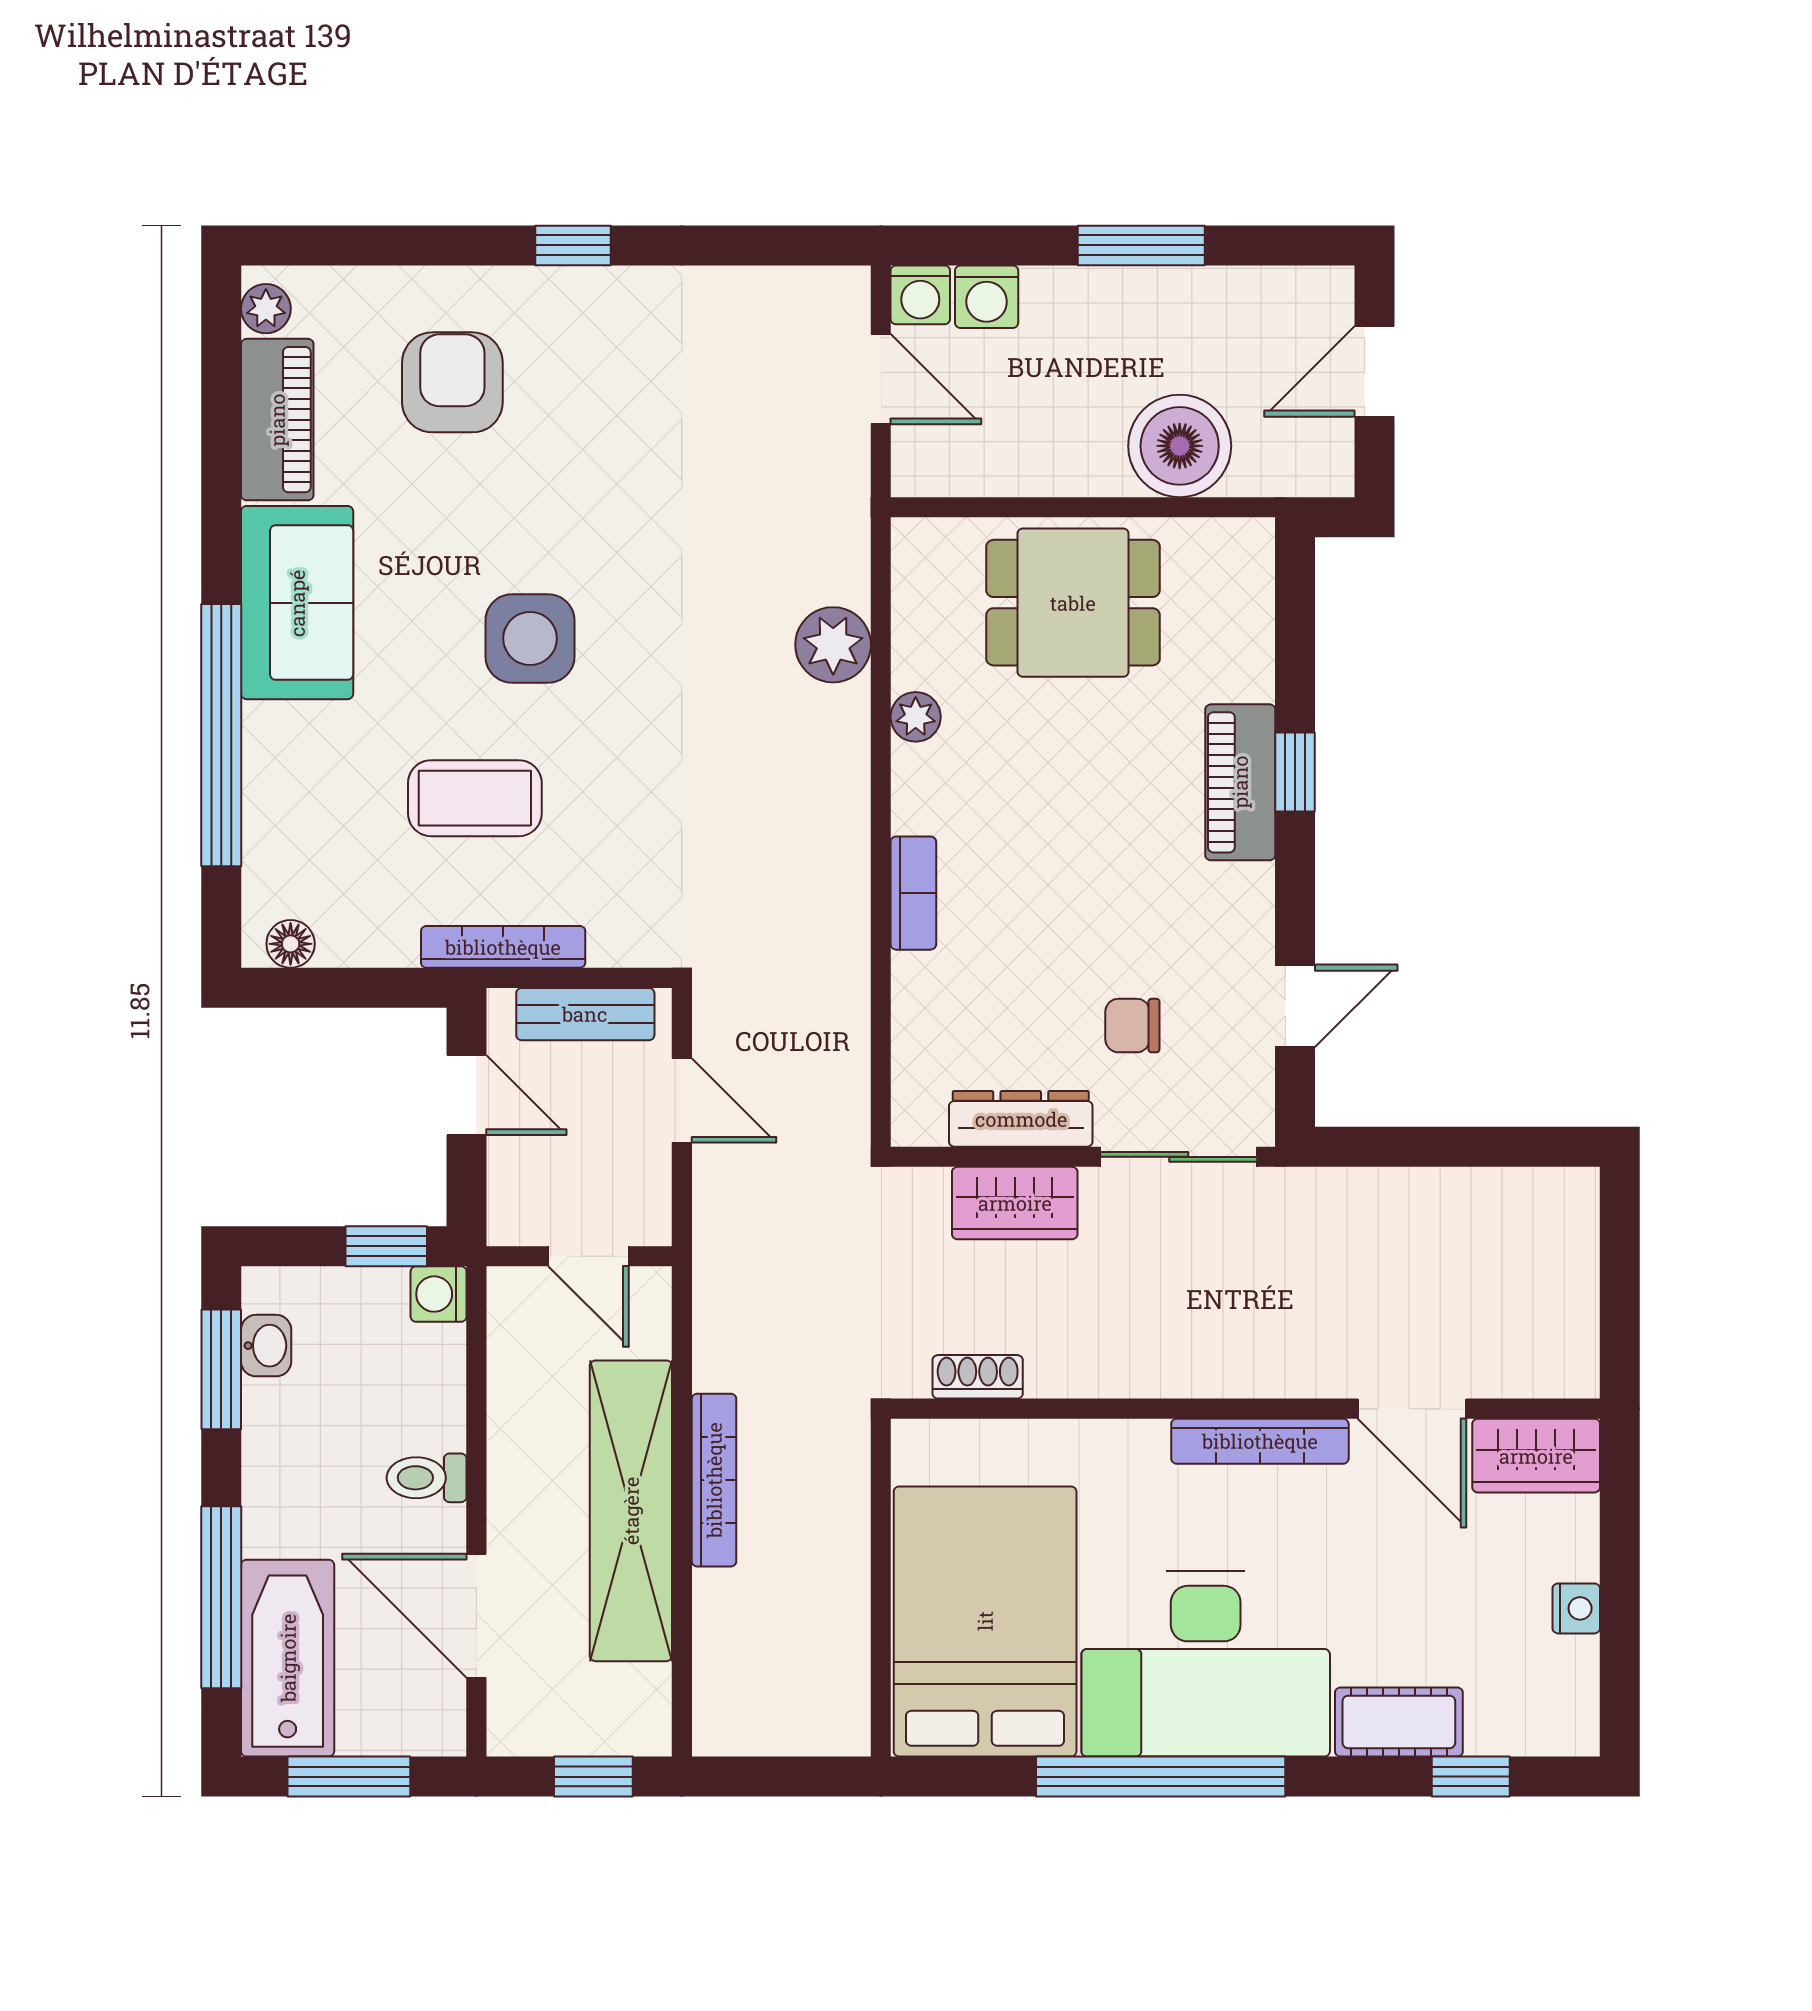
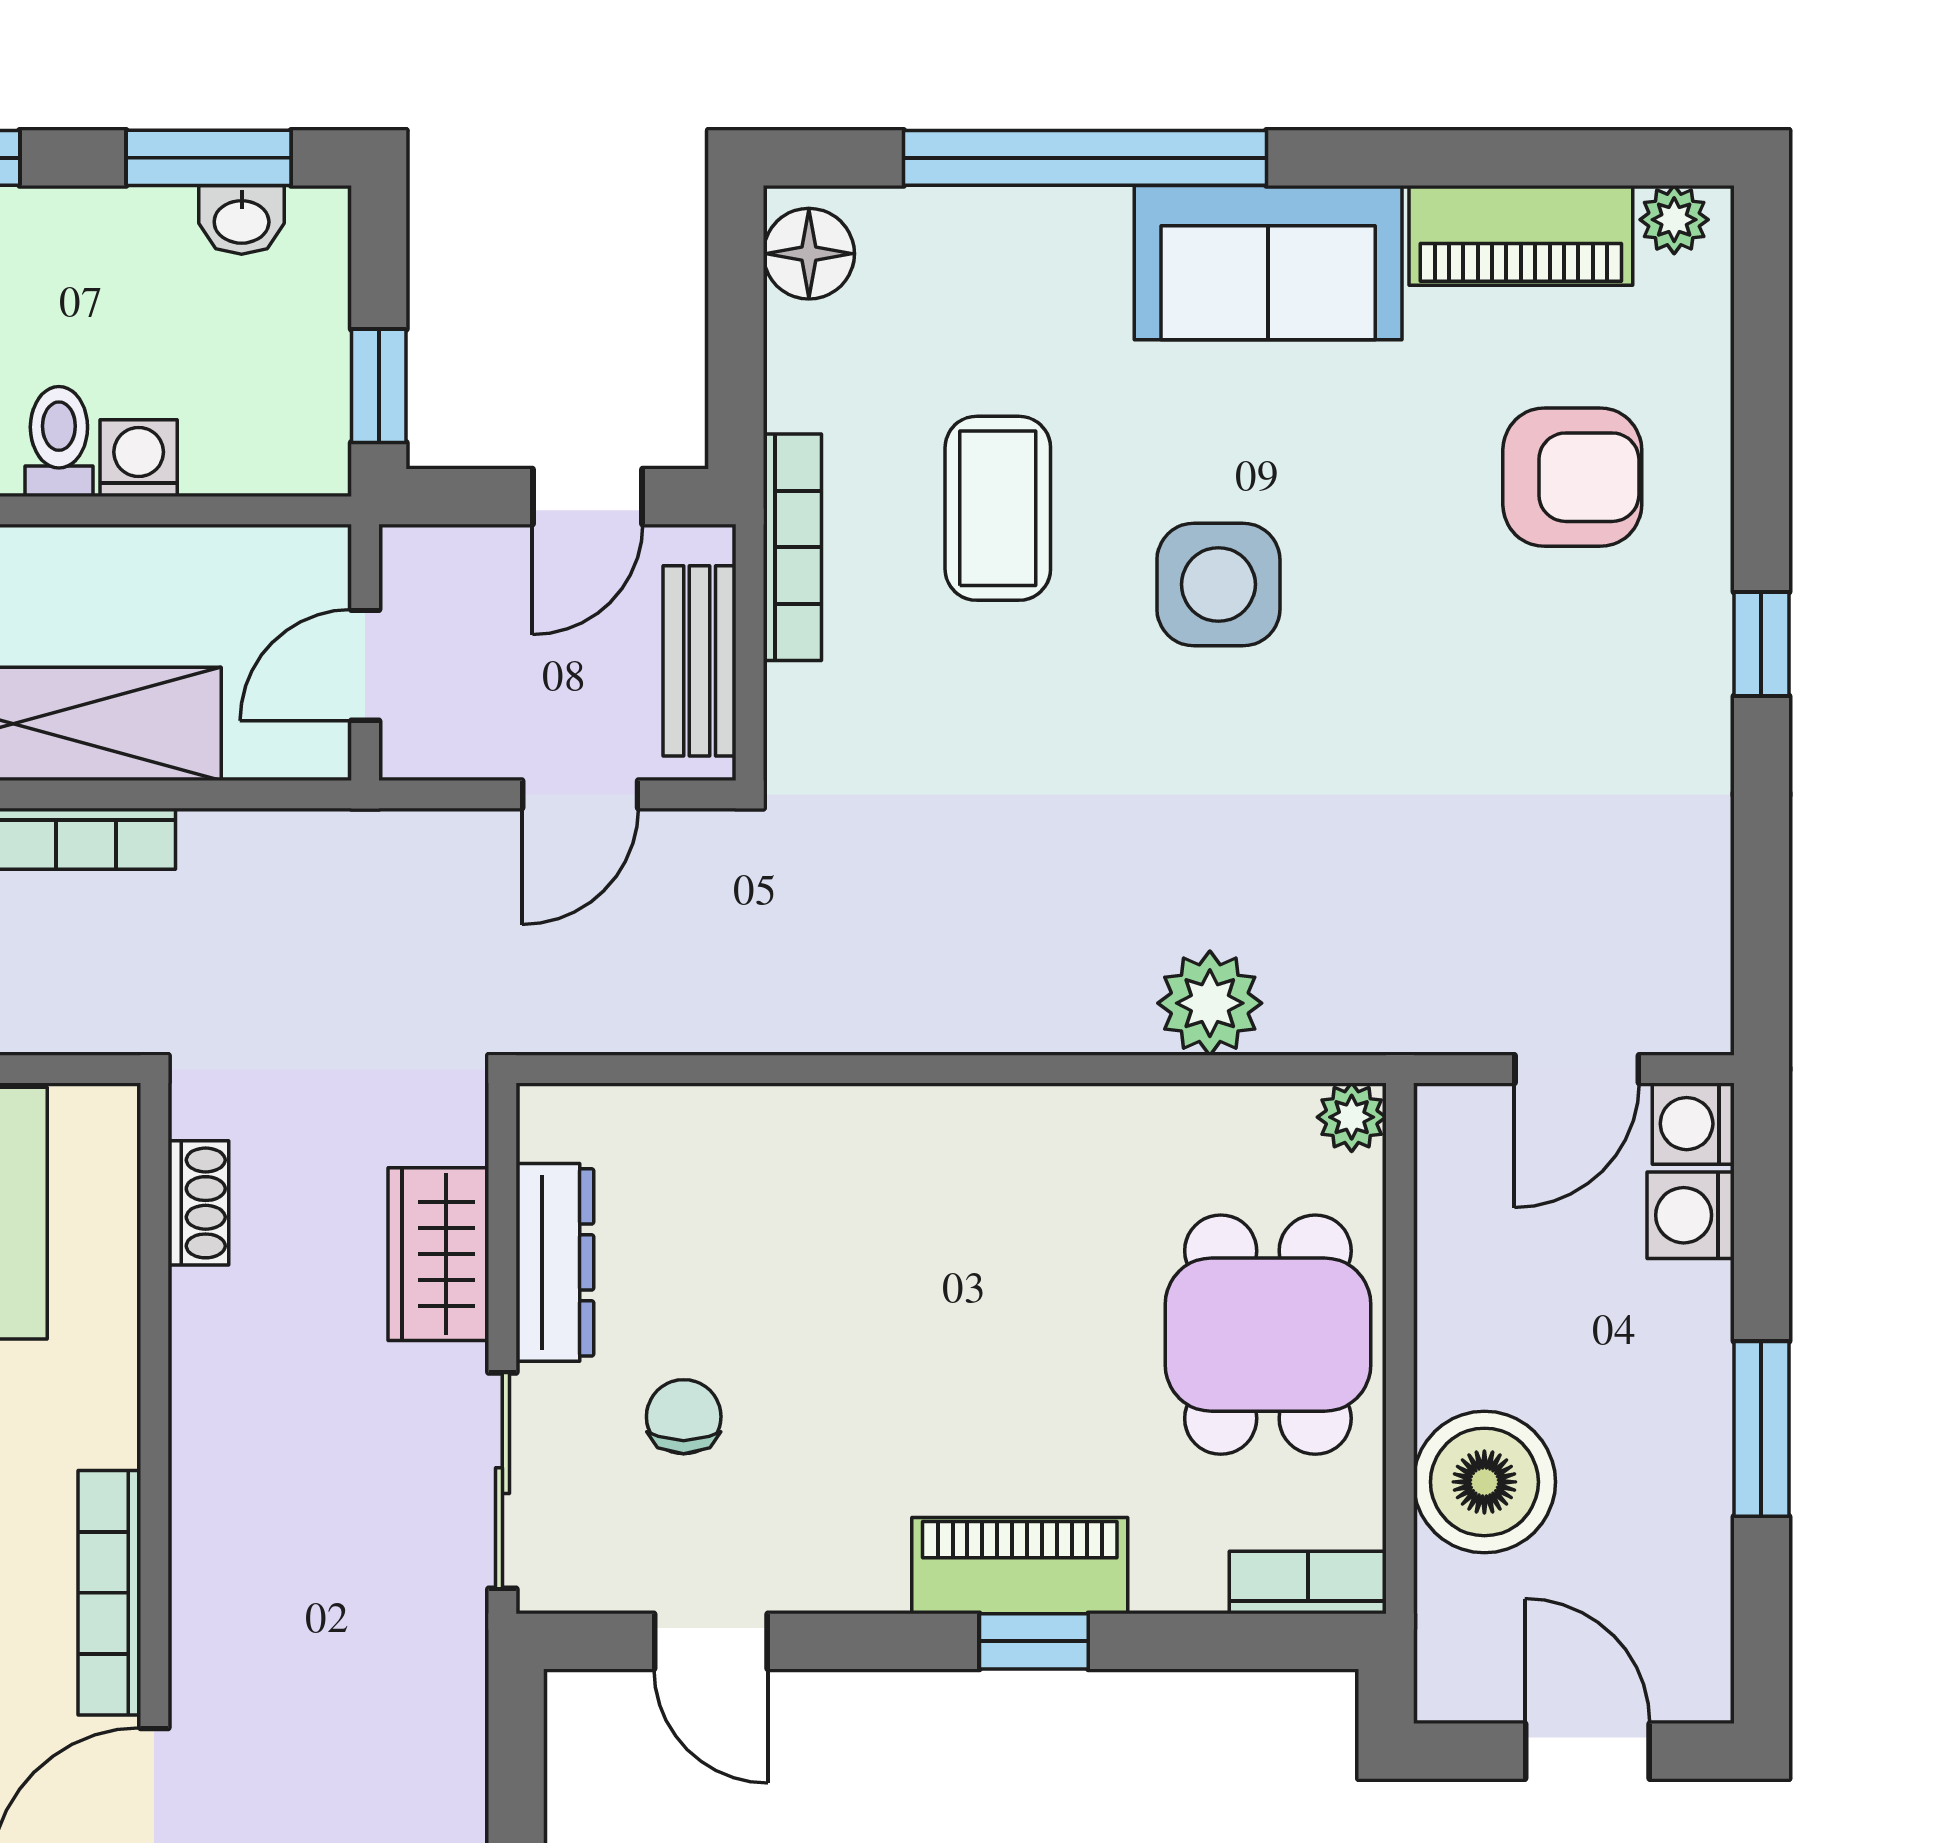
plant: (916, 717) -> (1352, 1117), moved
bookcase: (913, 893) -> (1308, 1583), moved, turned 180
floor lamp: (291, 944) -> (809, 254), width x1.37, depth x1.37
washing machine: (439, 1294) -> (139, 458), moved

